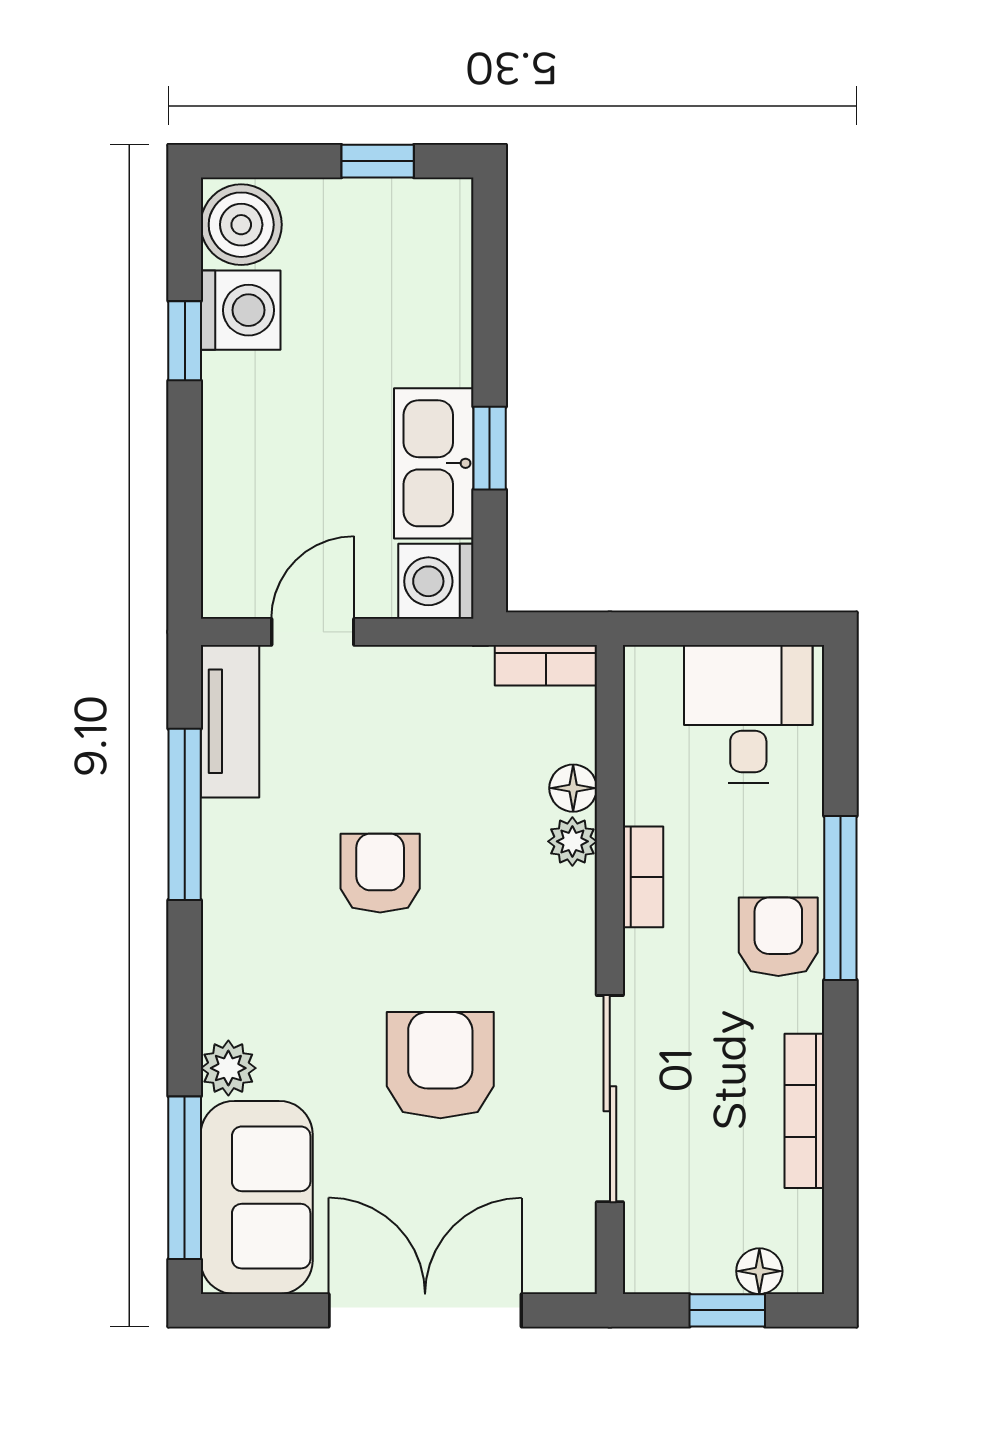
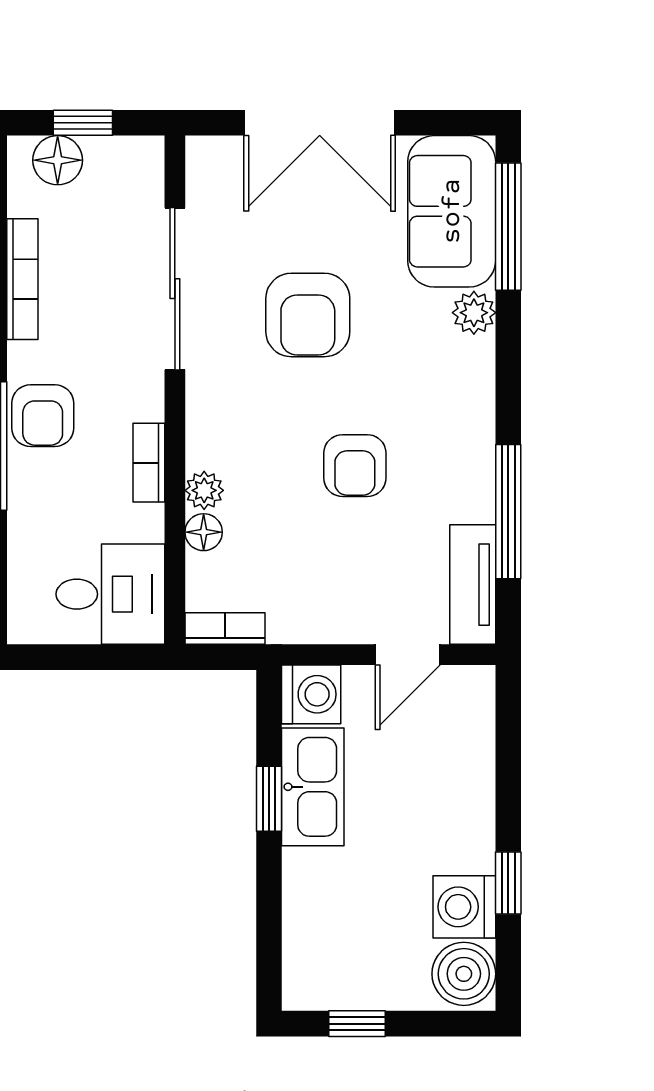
desk: (748, 714) -> (110, 594), moved, turned -90
floor lamp: (759, 1271) -> (58, 160), width x1.37, depth x1.37

